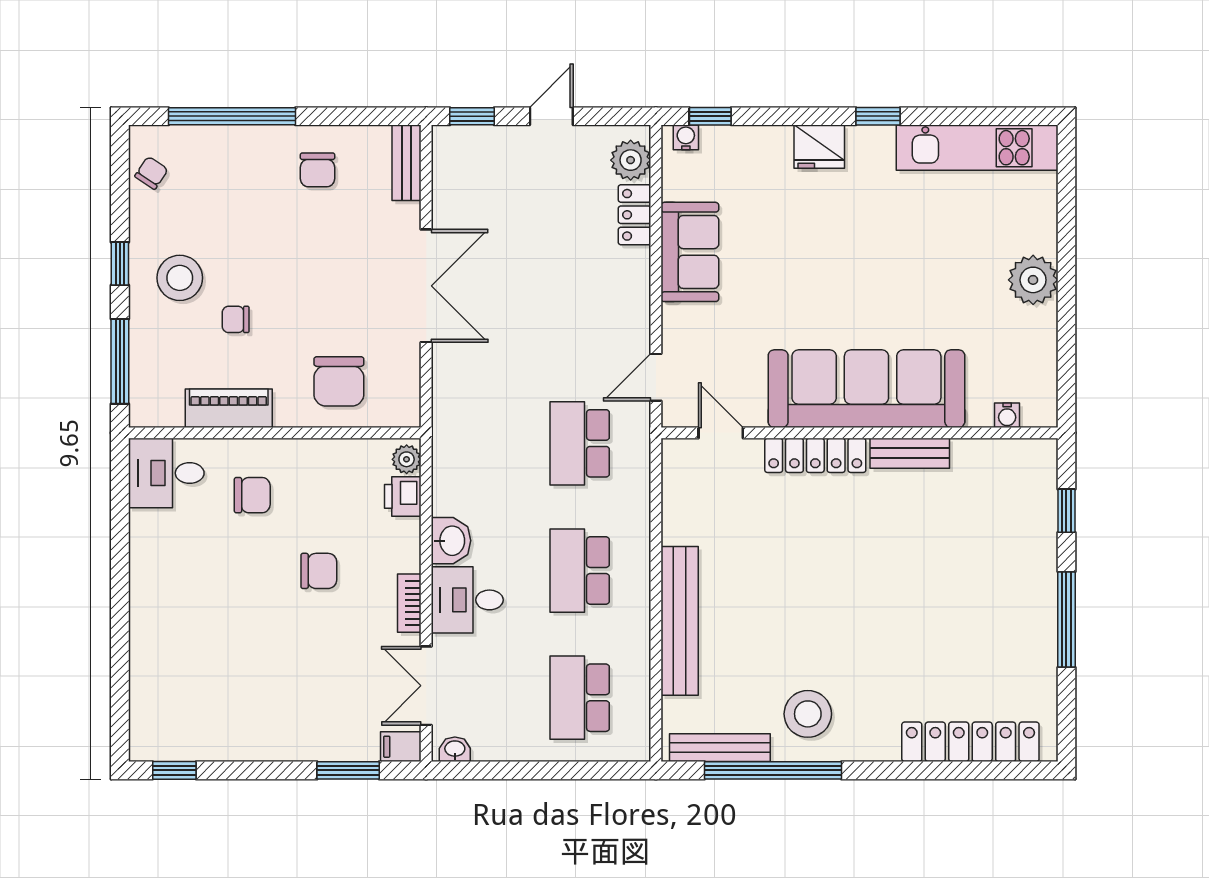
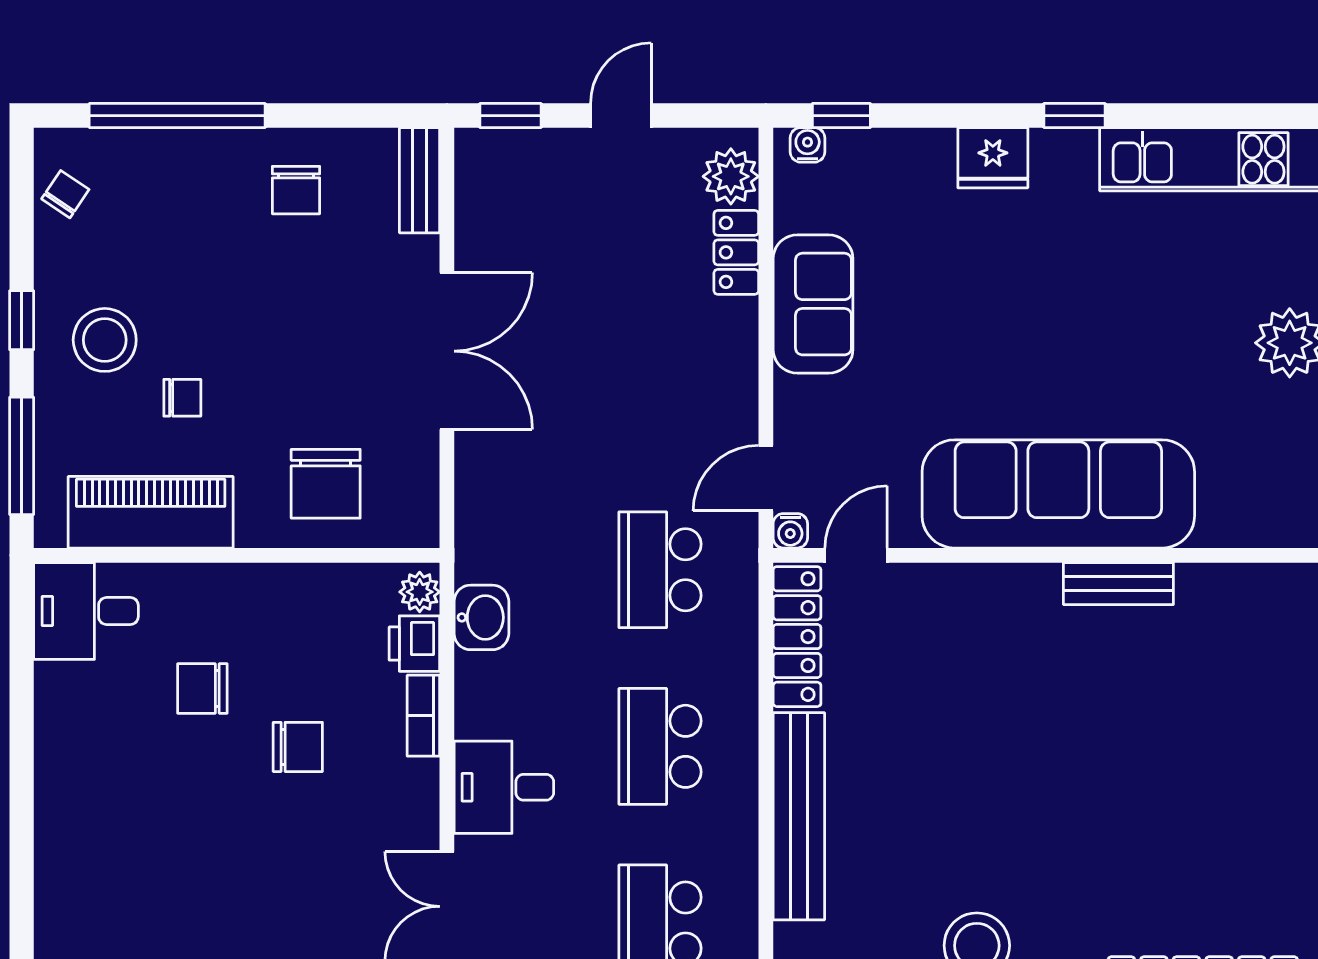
chair: (236, 319) -> (182, 398), turned 180
piano: (229, 408) -> (151, 512), width x1.37, depth x1.33
water cooler: (1007, 415) -> (790, 531), moved
door: (721, 433) -> (856, 555), hinge flipped
locker: (815, 455) -> (797, 637), moved, turned -90
chair: (252, 495) -> (202, 688), moved, turned 180
washbasin: (451, 541) -> (481, 617), moved
bookcase: (409, 603) -> (423, 716), moved

